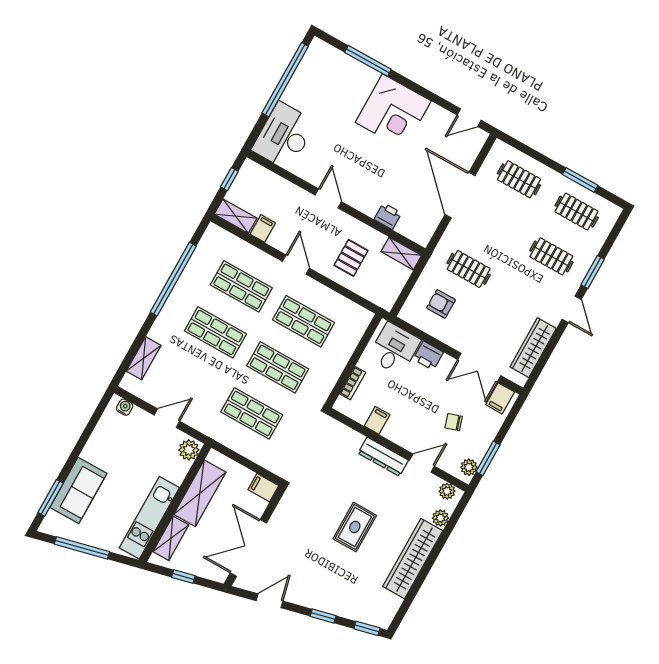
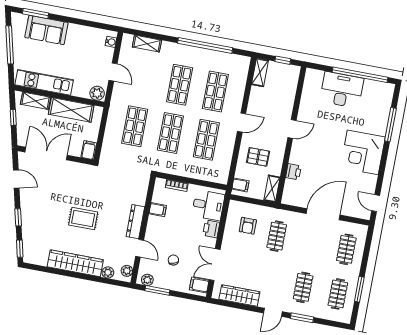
desk: (284, 136) -> (342, 90), moved
filing cabinet: (263, 229) -> (240, 185), moved
armchair: (441, 304) -> (248, 226), turned 180

